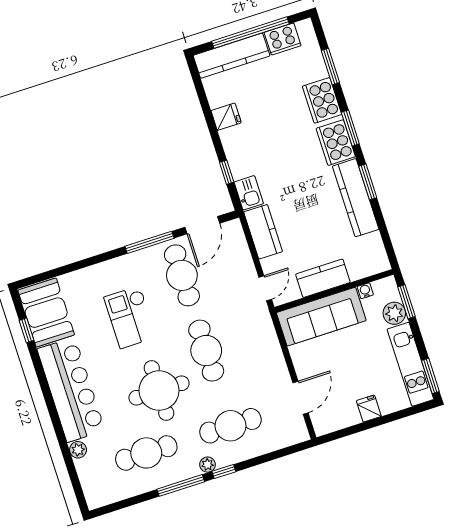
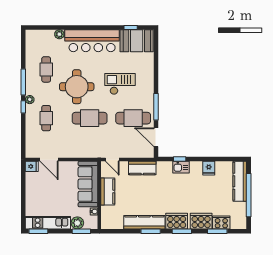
cooker: (283, 39) -> (221, 222), moved, turned 90
kitchen sink: (249, 193) -> (181, 167), moved
fridge: (369, 409) -> (32, 166), moved
cafe table: (230, 426) -> (46, 118), width x0.73, depth x0.74
cafe table: (146, 453) -> (46, 69), width x0.73, depth x0.74

